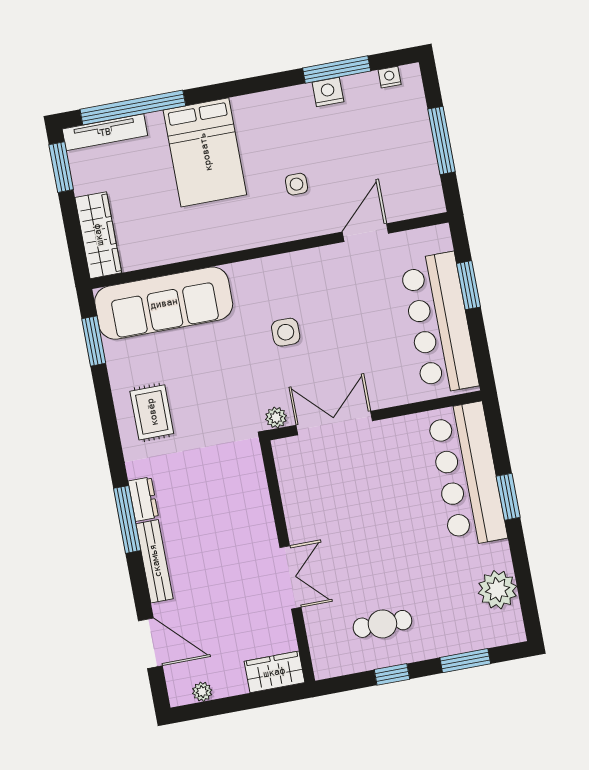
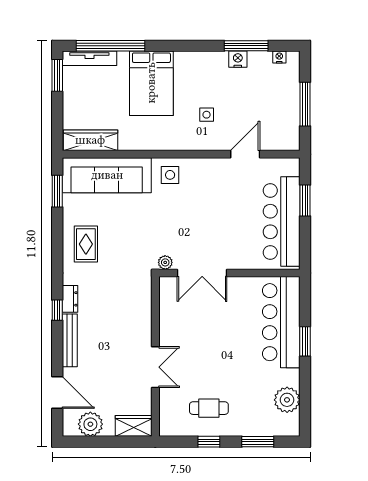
wardrobe: (98, 235) -> (90, 140), moved, turned -90
side table: (286, 332) -> (170, 175), moved
double door: (334, 423) -> (202, 273), swing flipped
window: (127, 519) -> (57, 310), width x0.46
plant: (202, 692) -> (90, 424), width x1.87, depth x1.87

